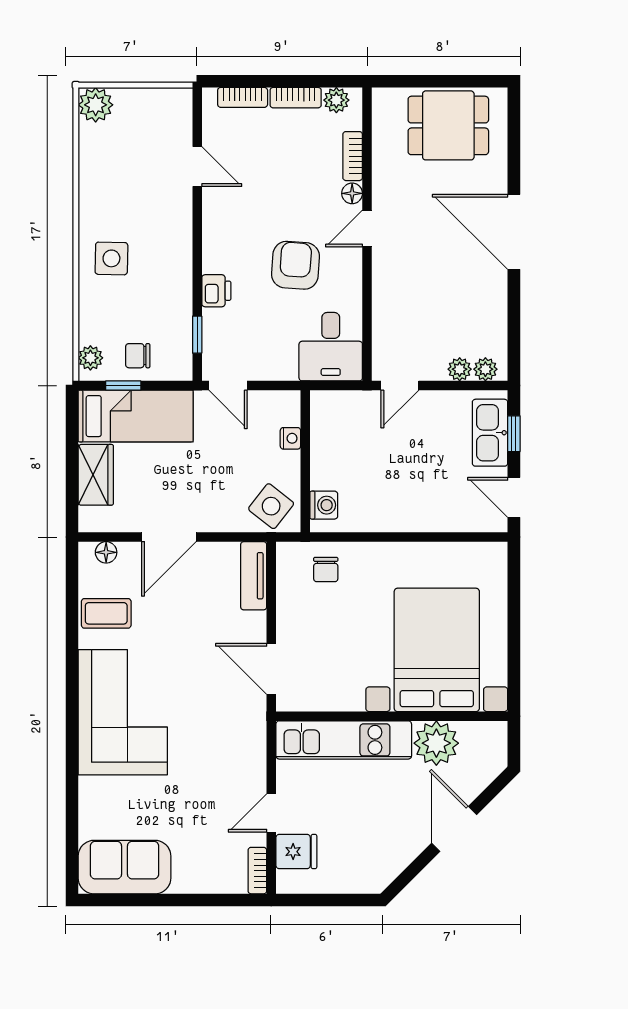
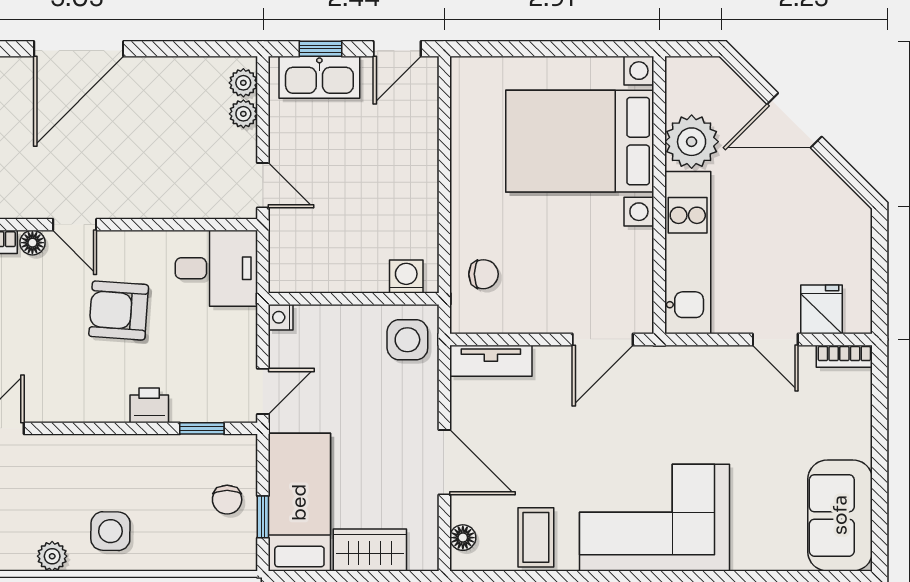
plant: (90, 358) -> (52, 556), moved
nightstand: (290, 438) -> (281, 317), moved, turned -90
side table: (271, 506) -> (407, 340), turned -38

